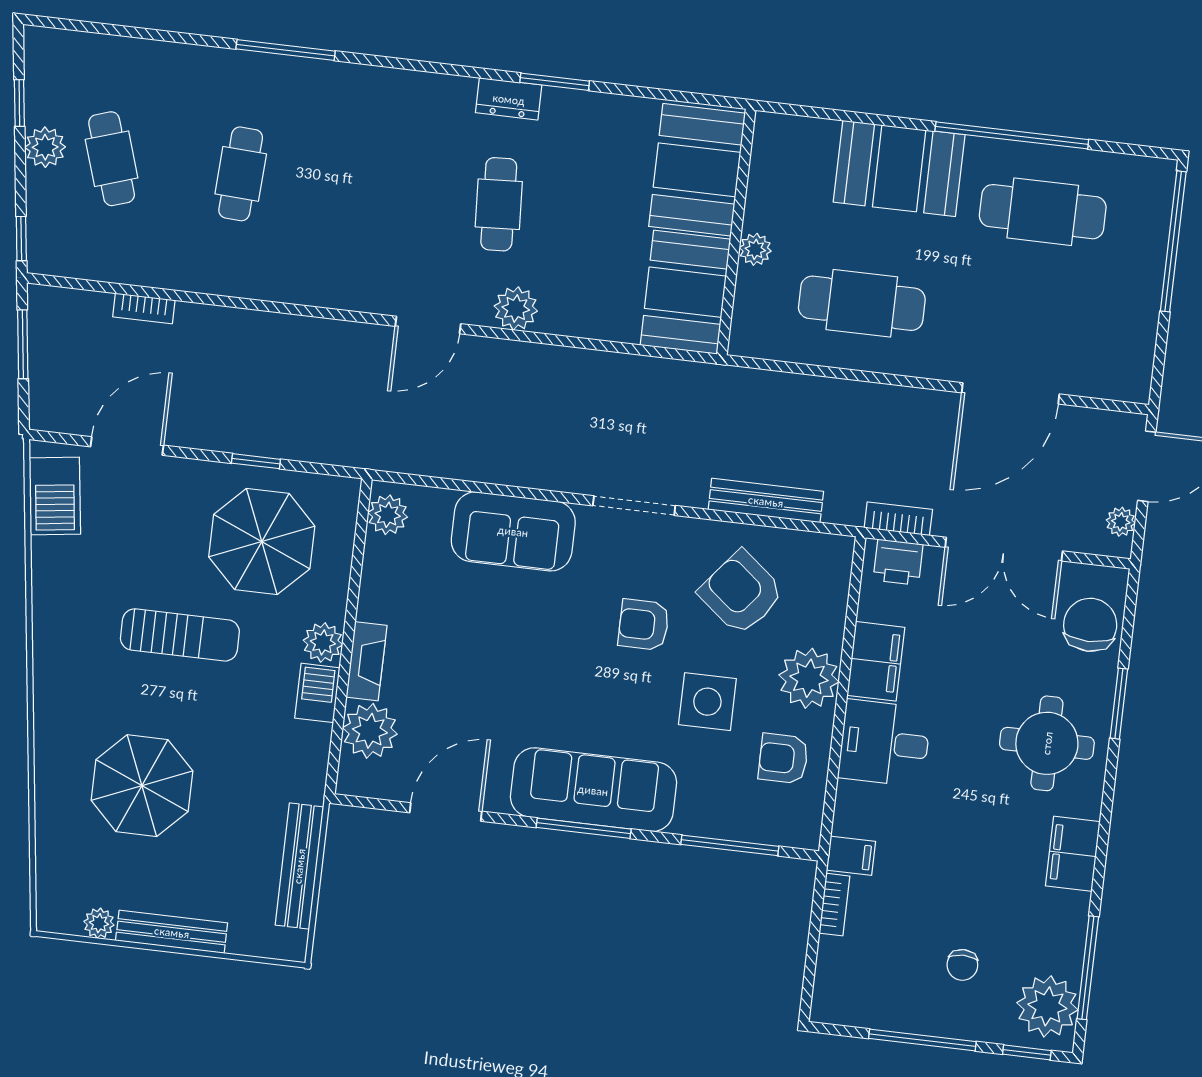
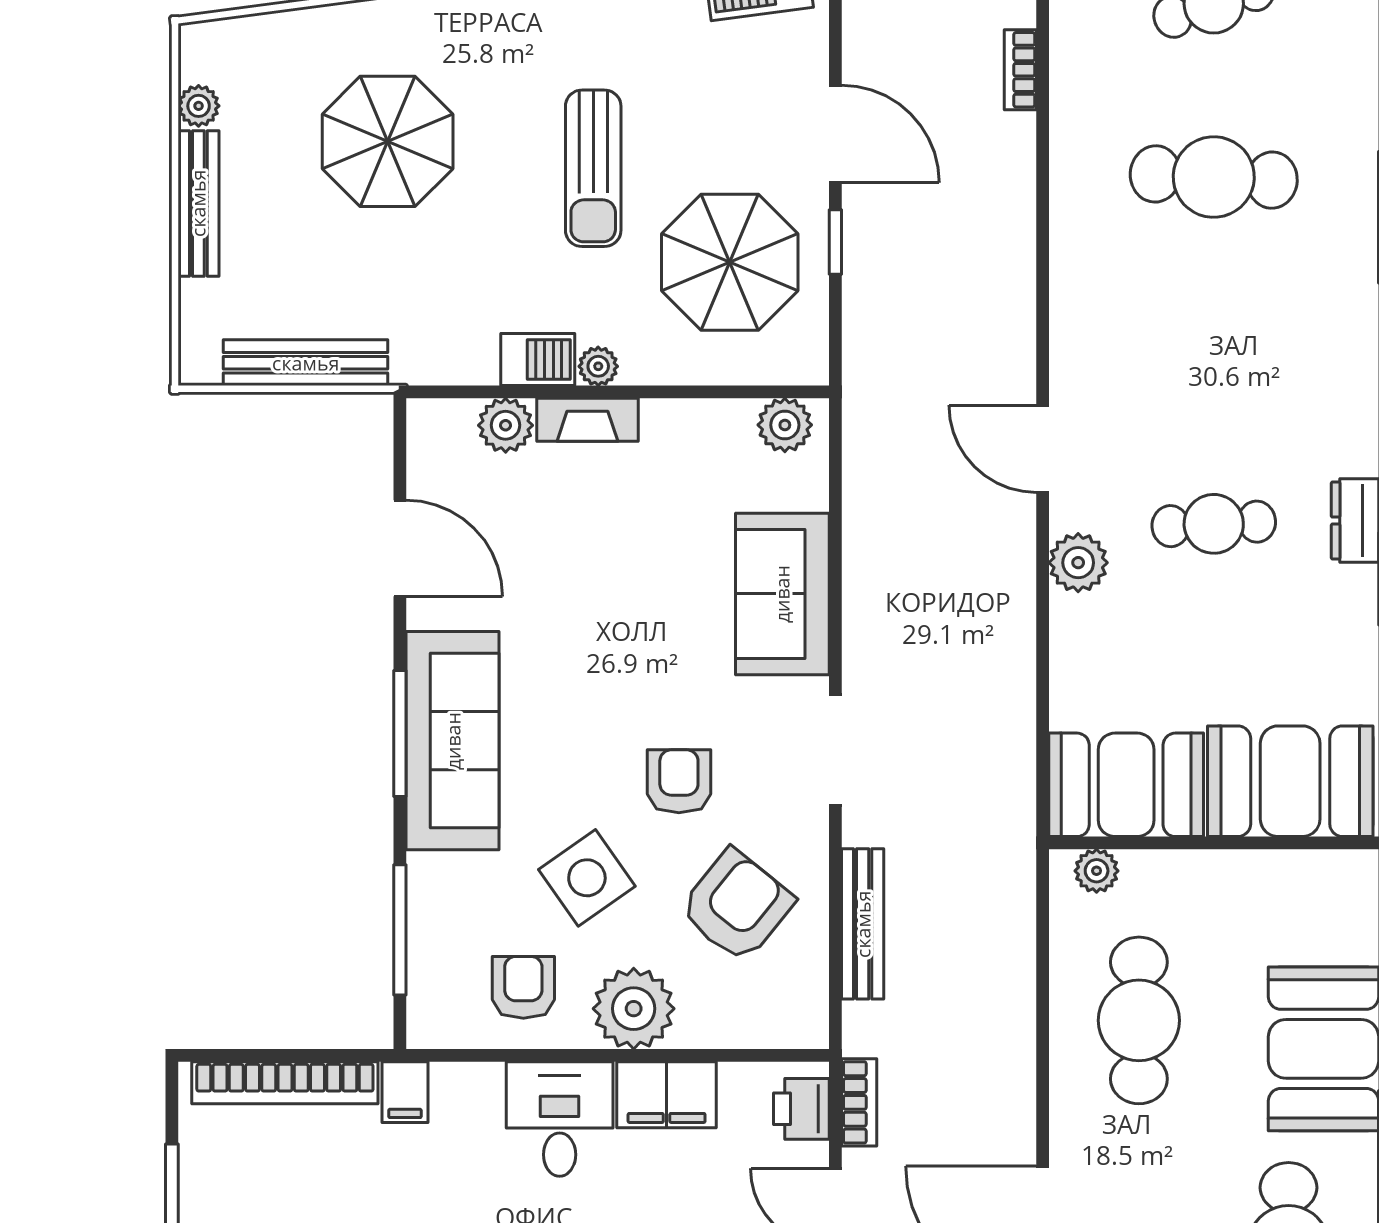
cafe table: (241, 174) -> (1214, 177), width x1.37, depth x1.35
plant: (755, 249) -> (1097, 871), moved
door: (127, 446) -> (835, 134), moved
plant: (323, 642) -> (598, 366), width x0.73, depth x0.73
side table: (707, 702) -> (587, 878), turned -35
plant: (370, 731) -> (506, 425), width x0.73, depth x0.73
bookcase: (834, 905) -> (285, 1083), width x2.31, depth x1.31

